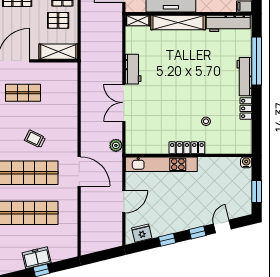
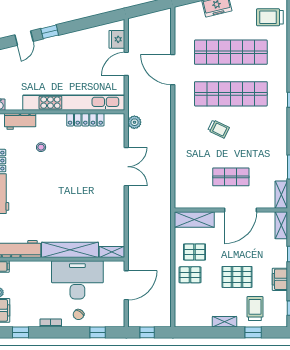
workbench: (133, 69) -> (20, 121), moved, turned -90
locker: (187, 148) -> (85, 120), moved
kitchen unit: (161, 164) -> (74, 103), width x1.36
door: (79, 171) -> (173, 70), moved
fridge: (142, 233) -> (117, 39), moved, turned 104
window: (167, 240) -> (81, 24), removed

